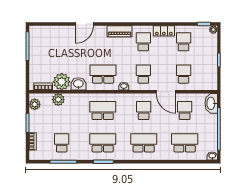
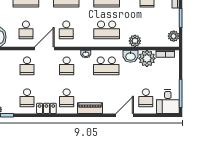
desk: (40, 38) -> (168, 101), added
school desk: (63, 42) -> (146, 98), added
door: (166, 92) -> (44, 48), hinge flipped
plant: (58, 100) -> (135, 41), moved

